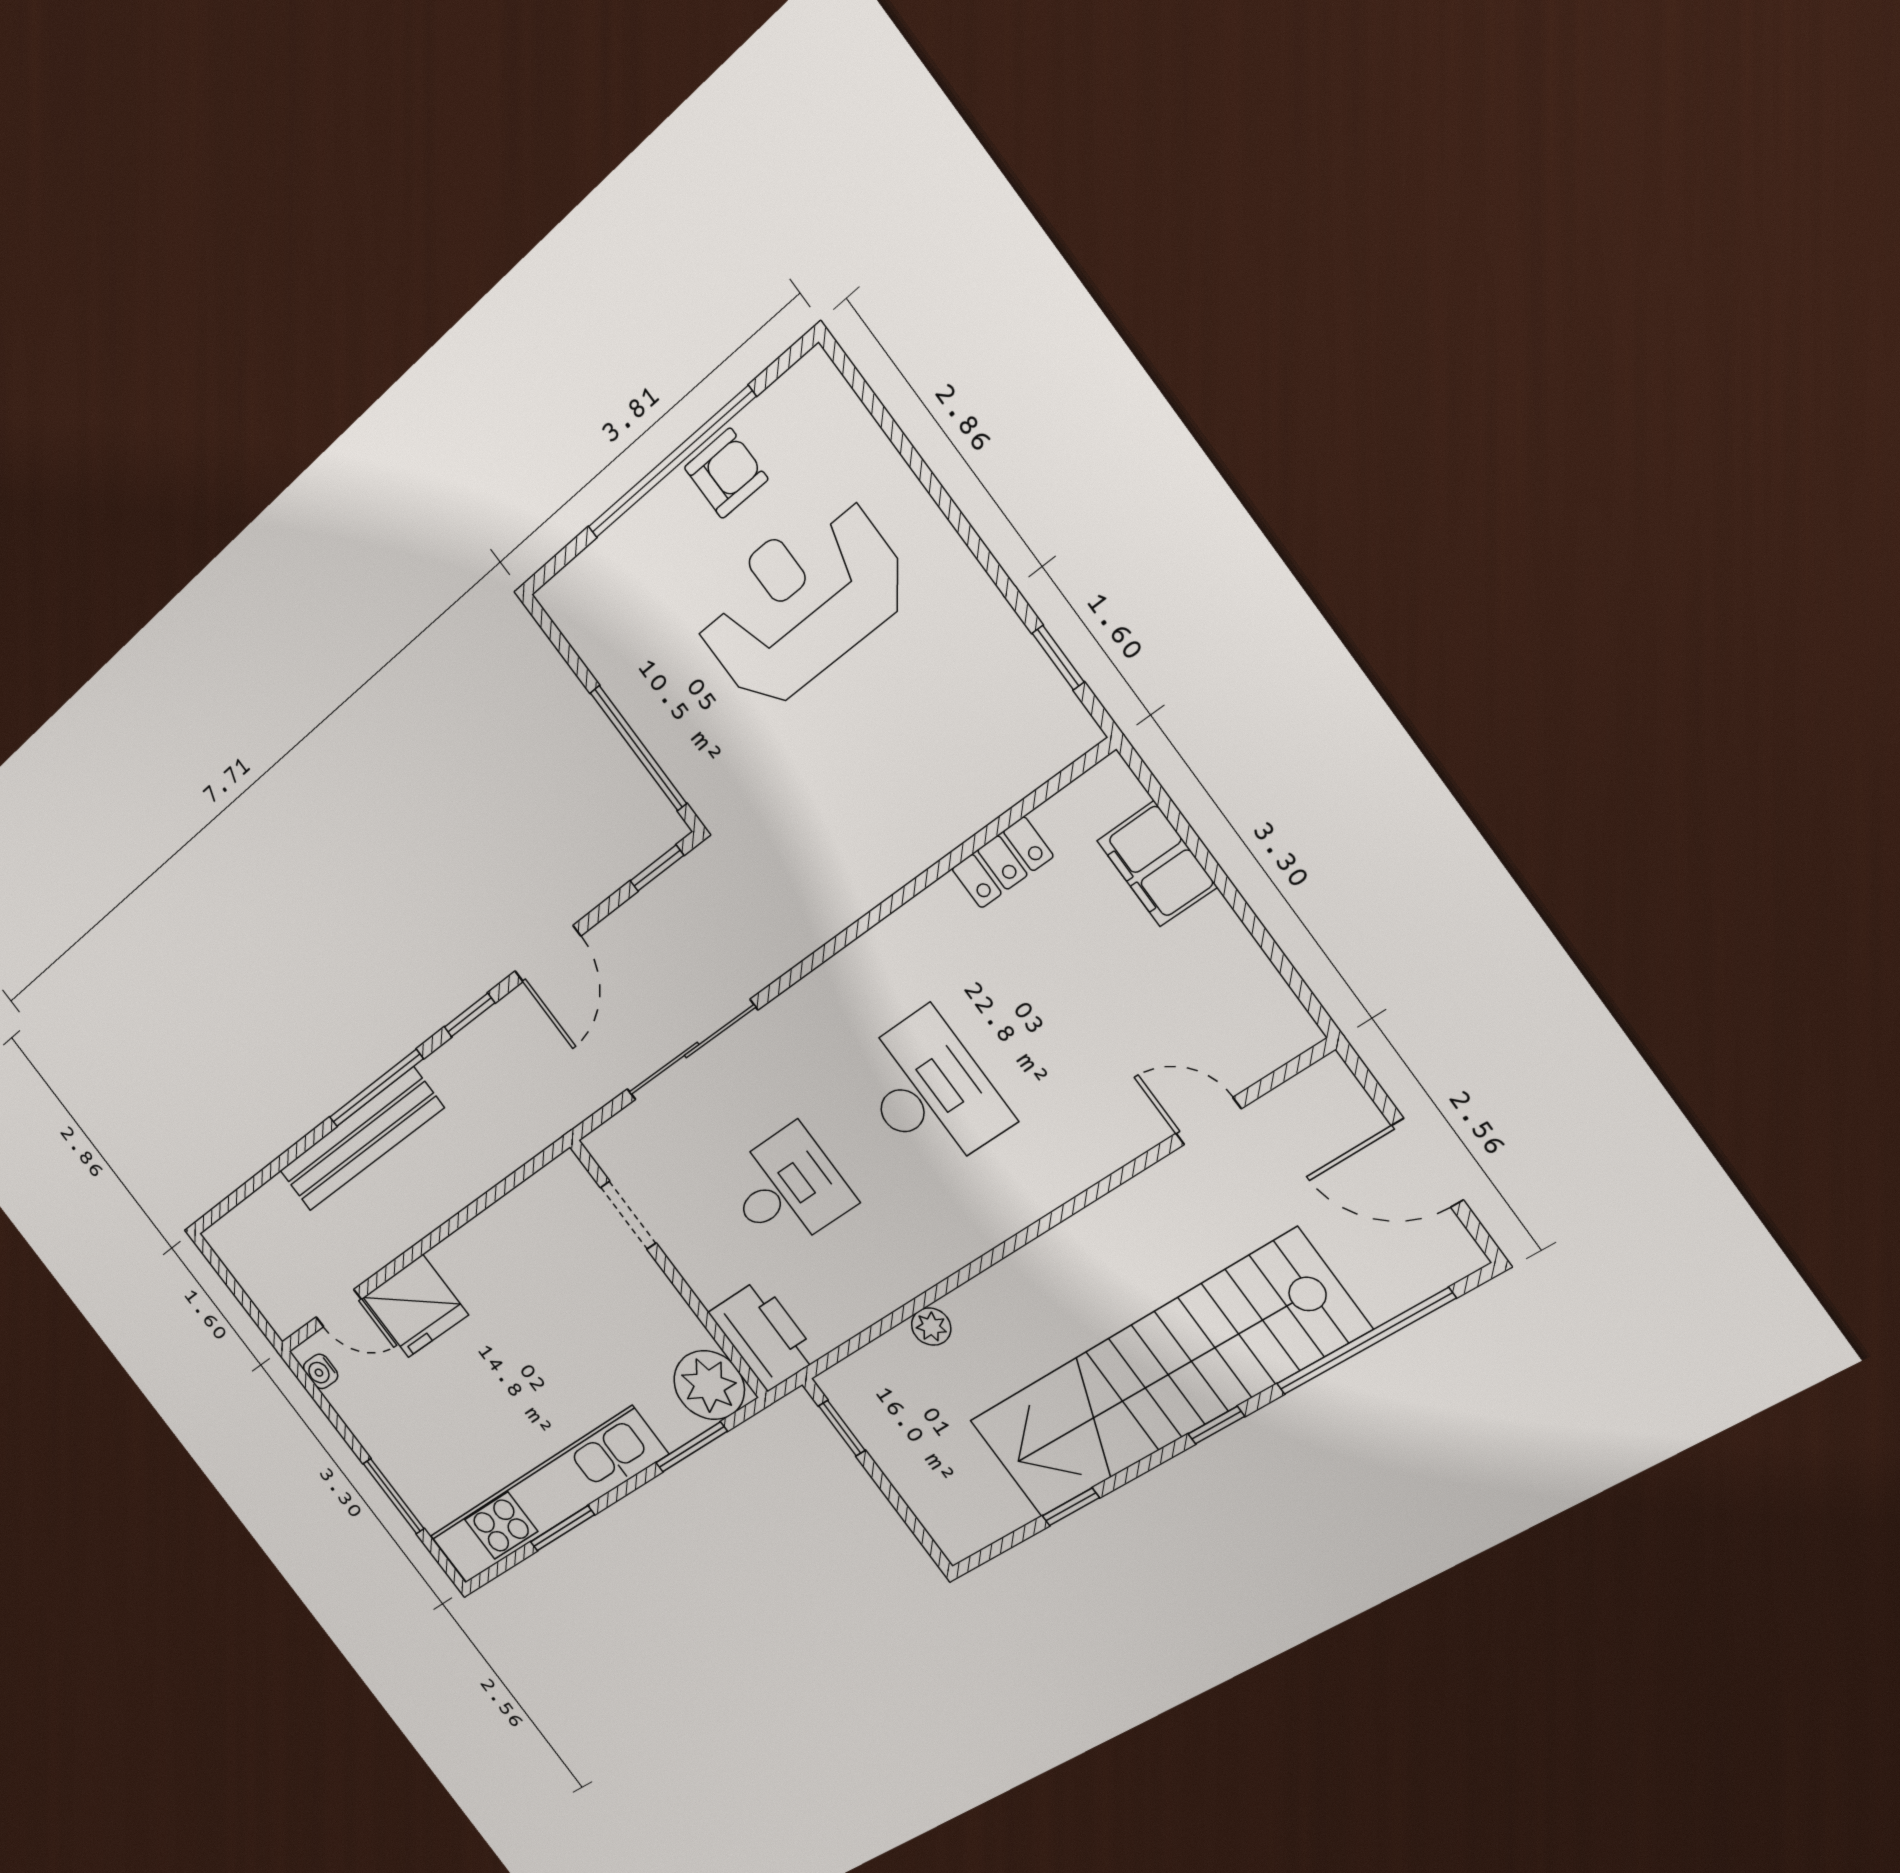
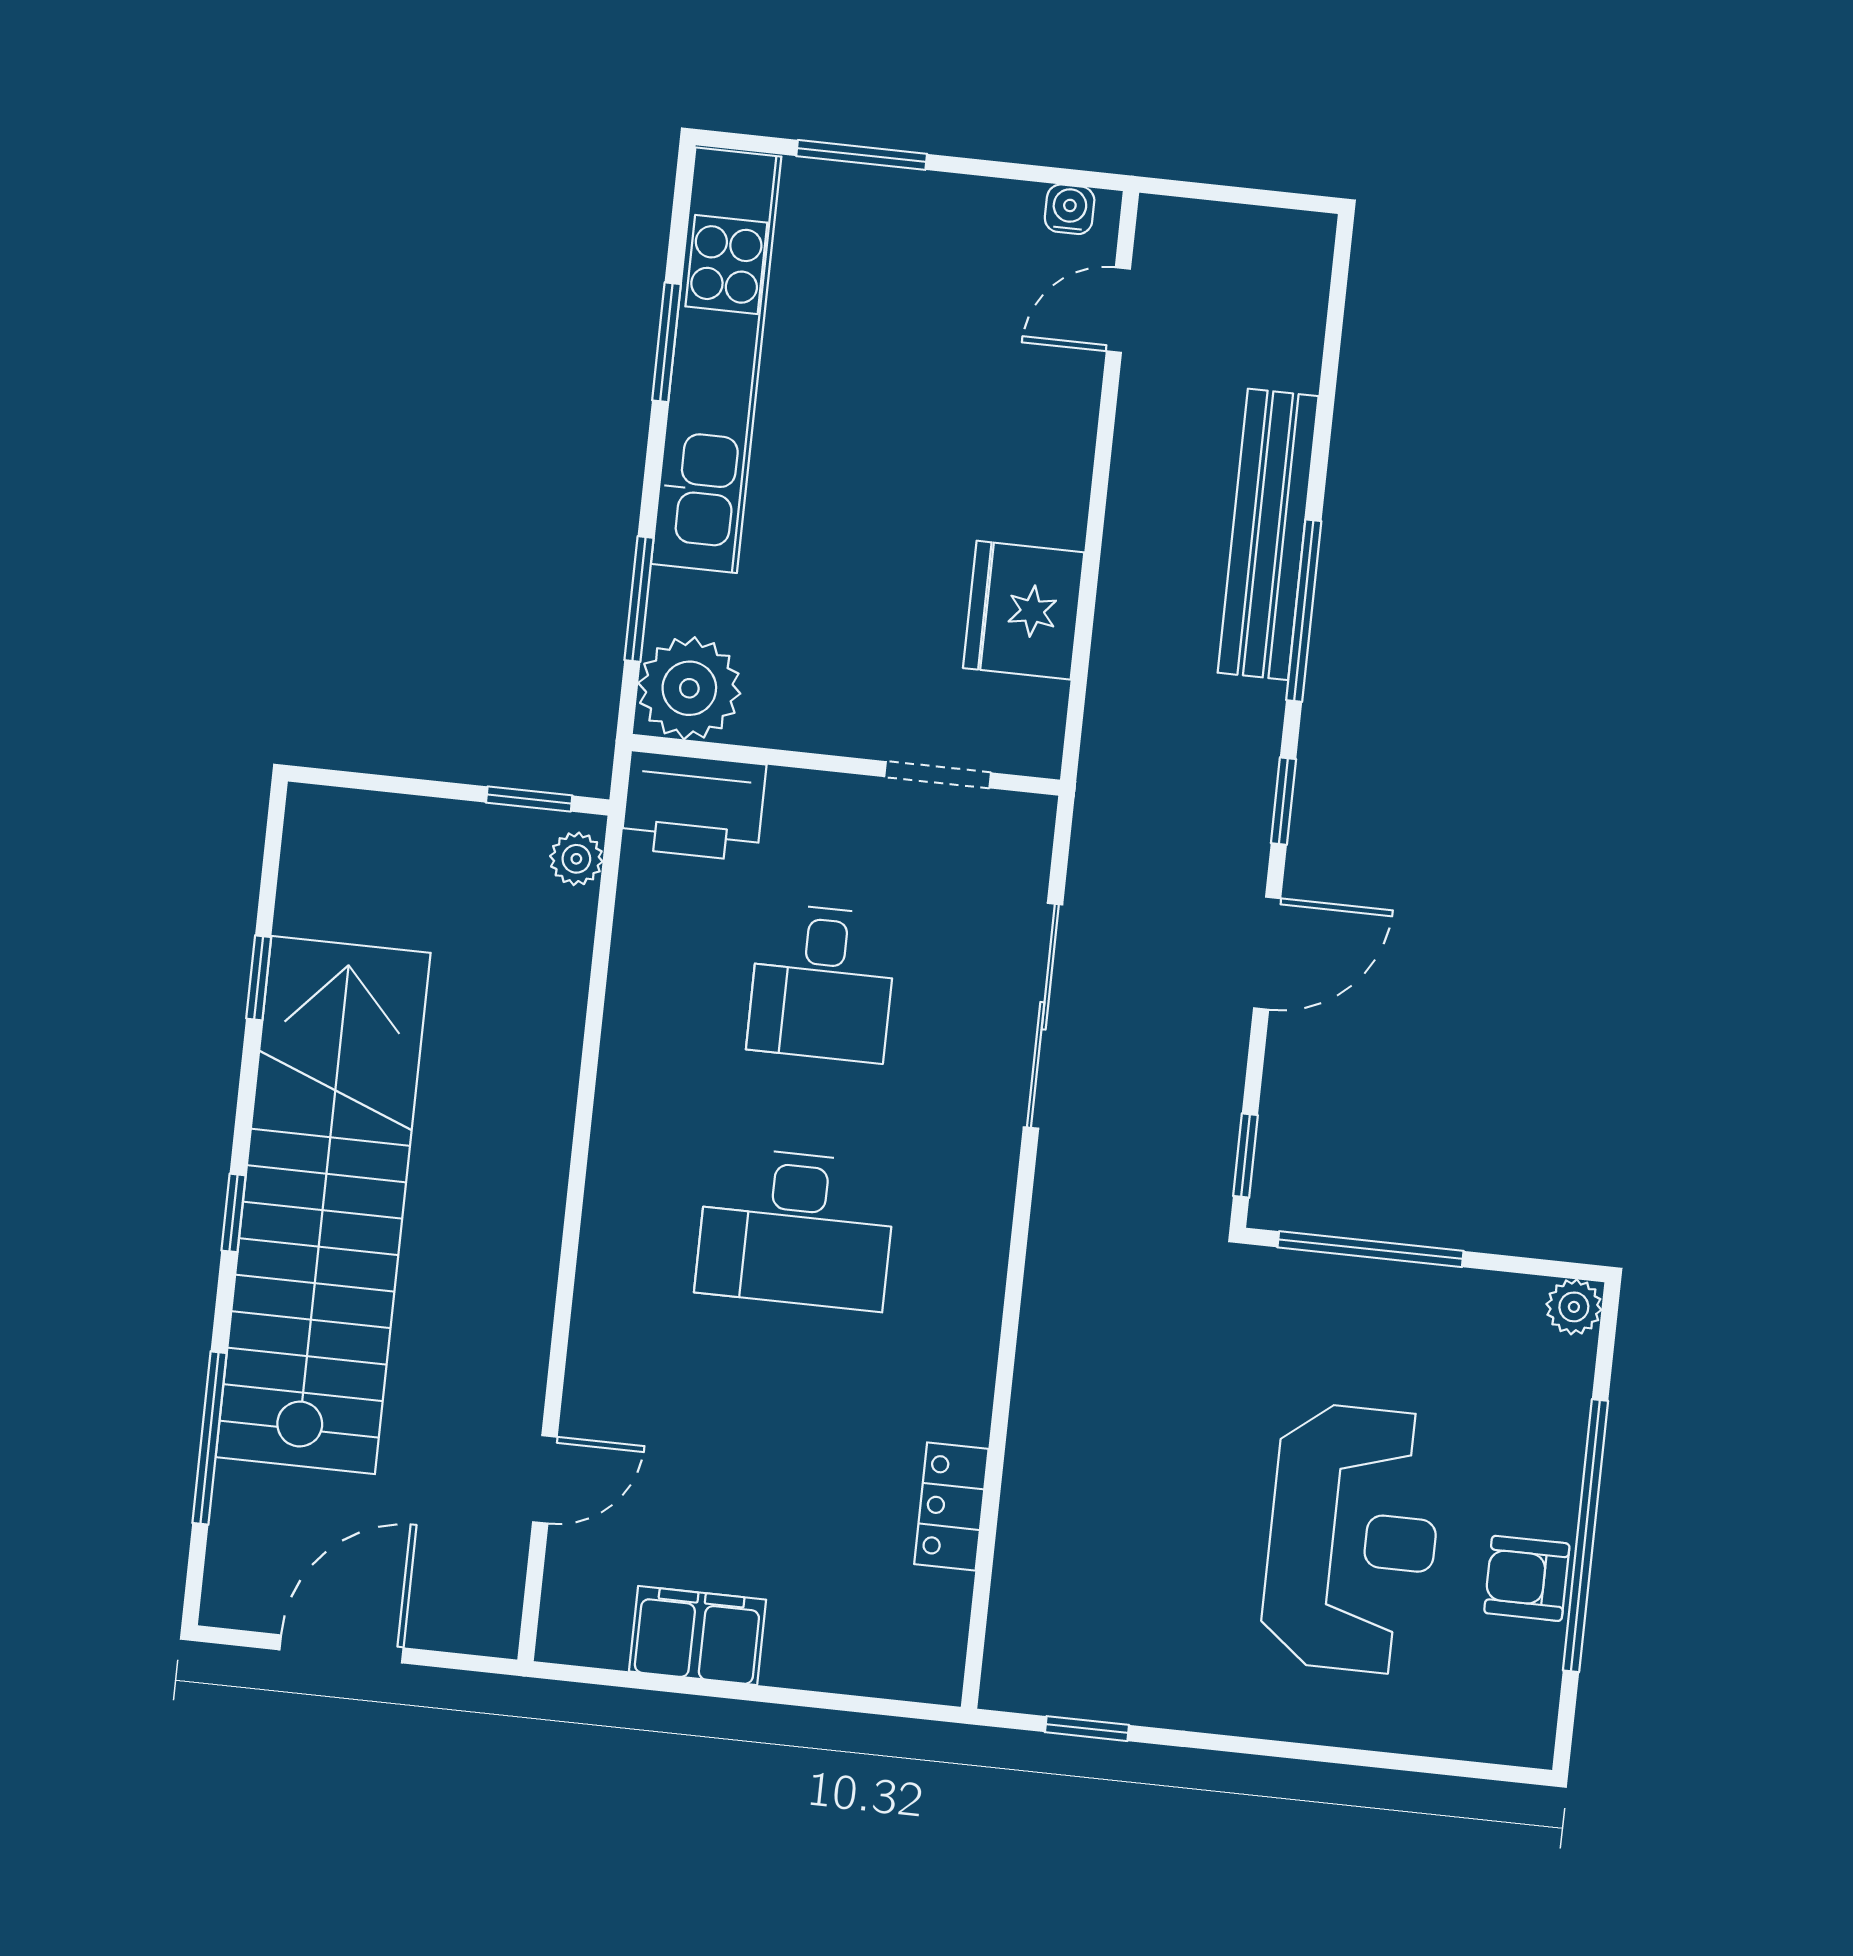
armchair: (726, 473) -> (1527, 1578), turned 90
plant: (560, 599) -> (1574, 1307), added
filing cabinet: (1157, 864) -> (698, 1636), moved
door: (548, 954) -> (1267, 953), swing flipped
fridge: (416, 1306) -> (1024, 610), moved
plant: (931, 1327) -> (576, 859), moved
window: (1365, 1342) -> (209, 1438), width x0.68

